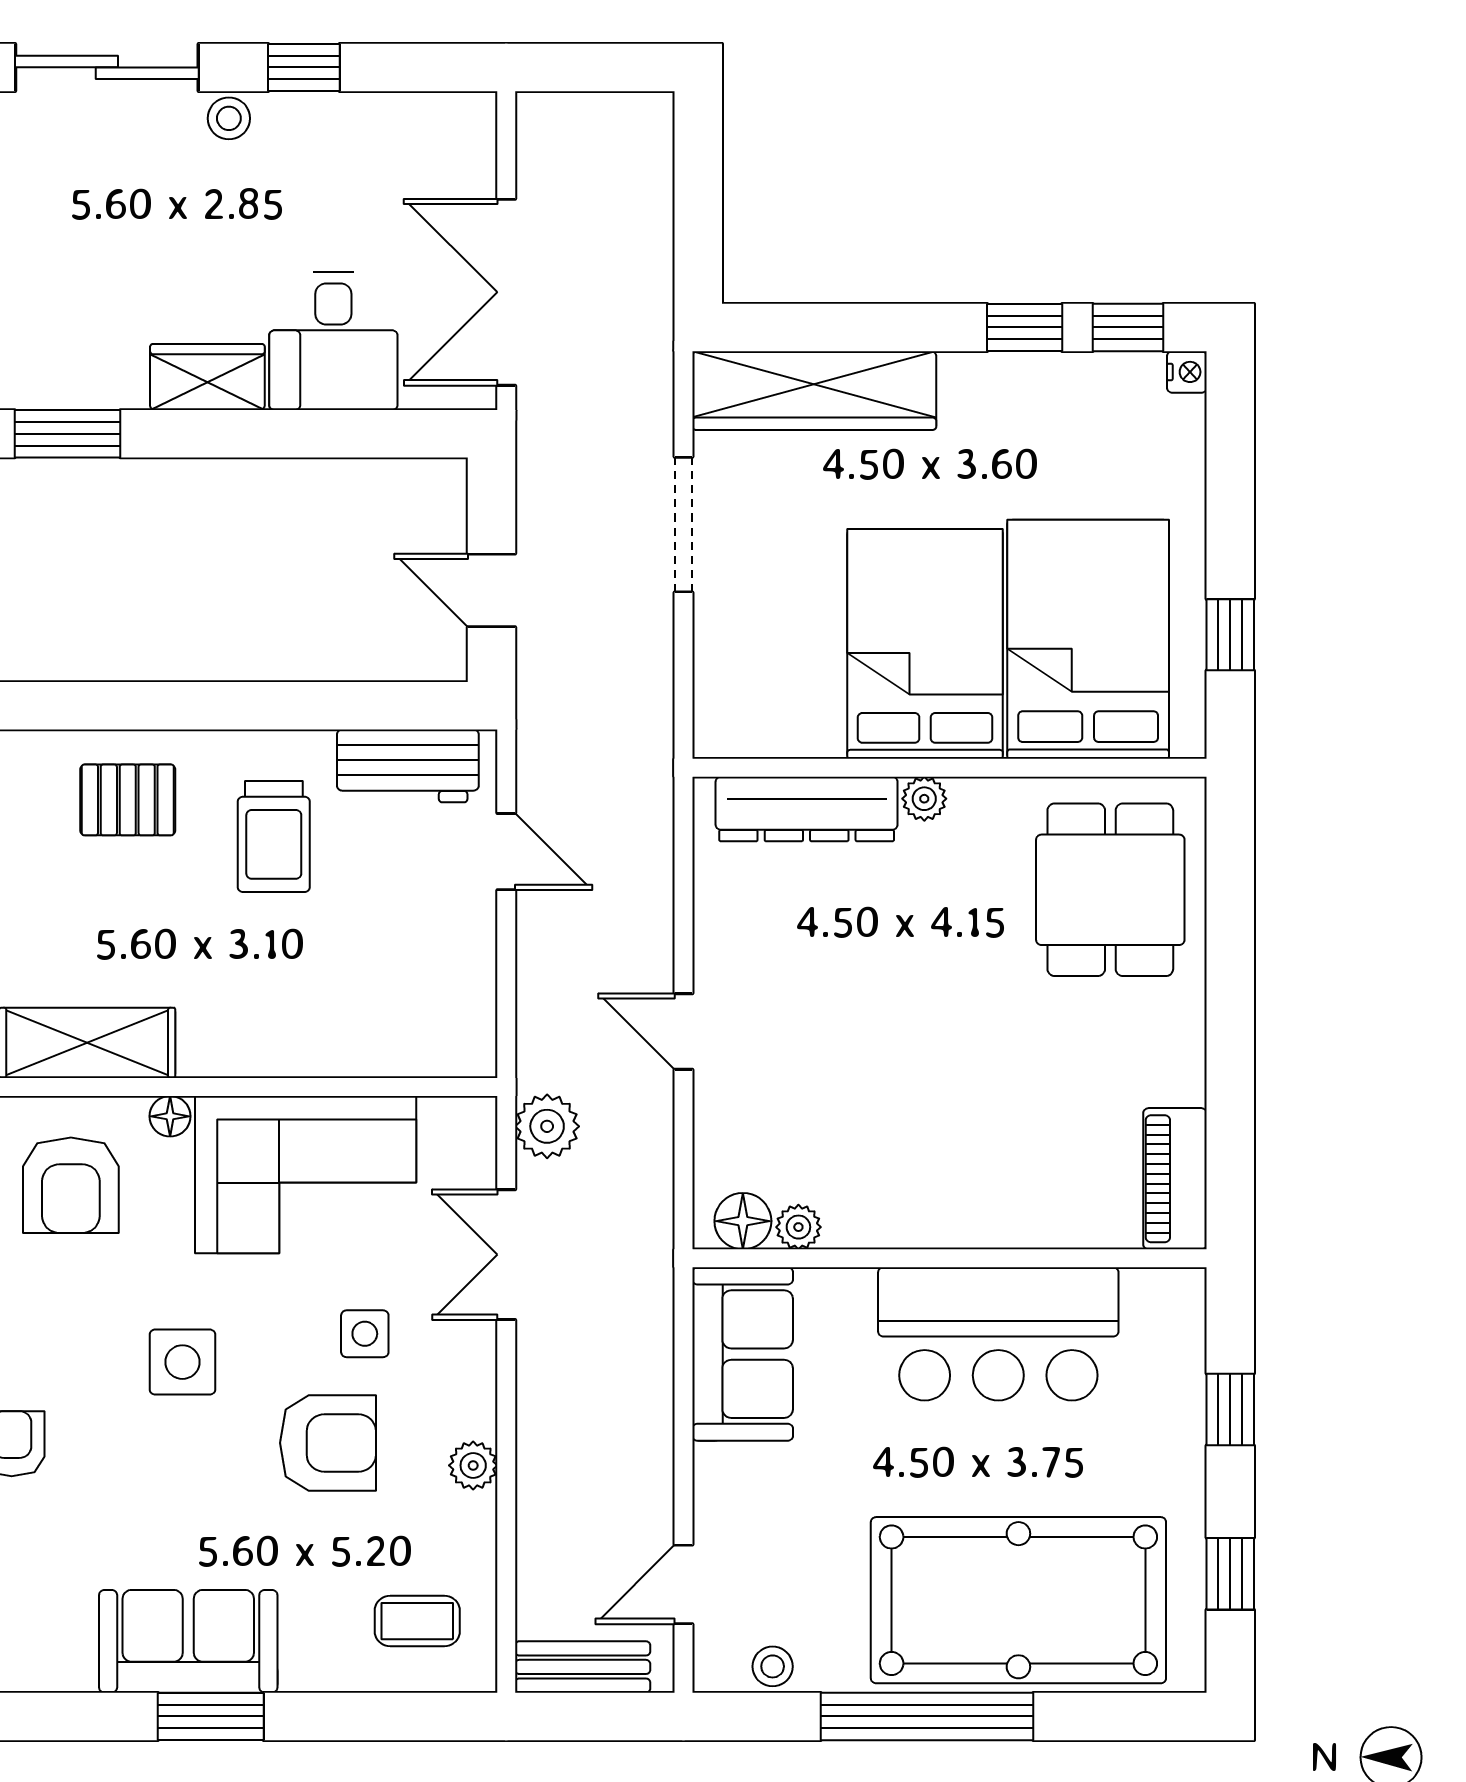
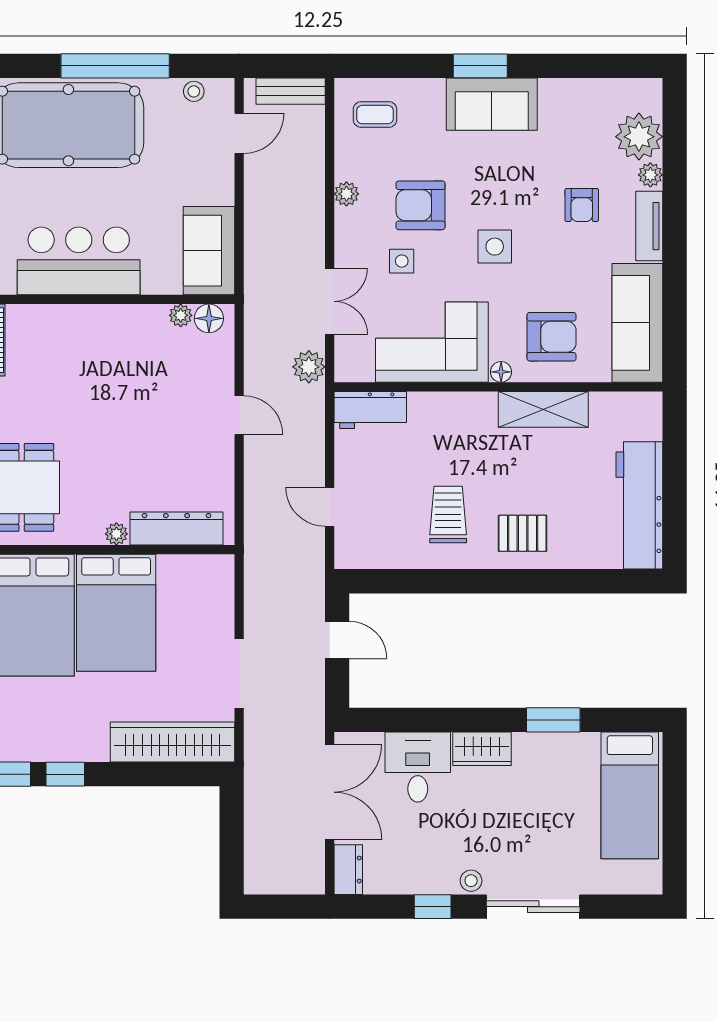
dresser: (470, 140) -> (348, 870), added
workbench: (408, 766) -> (370, 410), moved, turned 180
armchair: (71, 1185) -> (552, 337), turned 90

